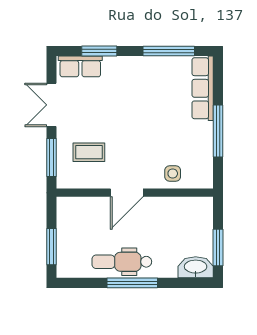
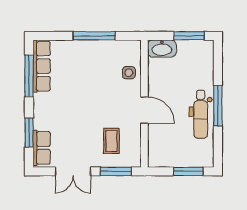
row of seats: (203, 88) -> (42, 66), moved, turned -90
washbasin: (196, 267) -> (162, 49), moved, turned -90

